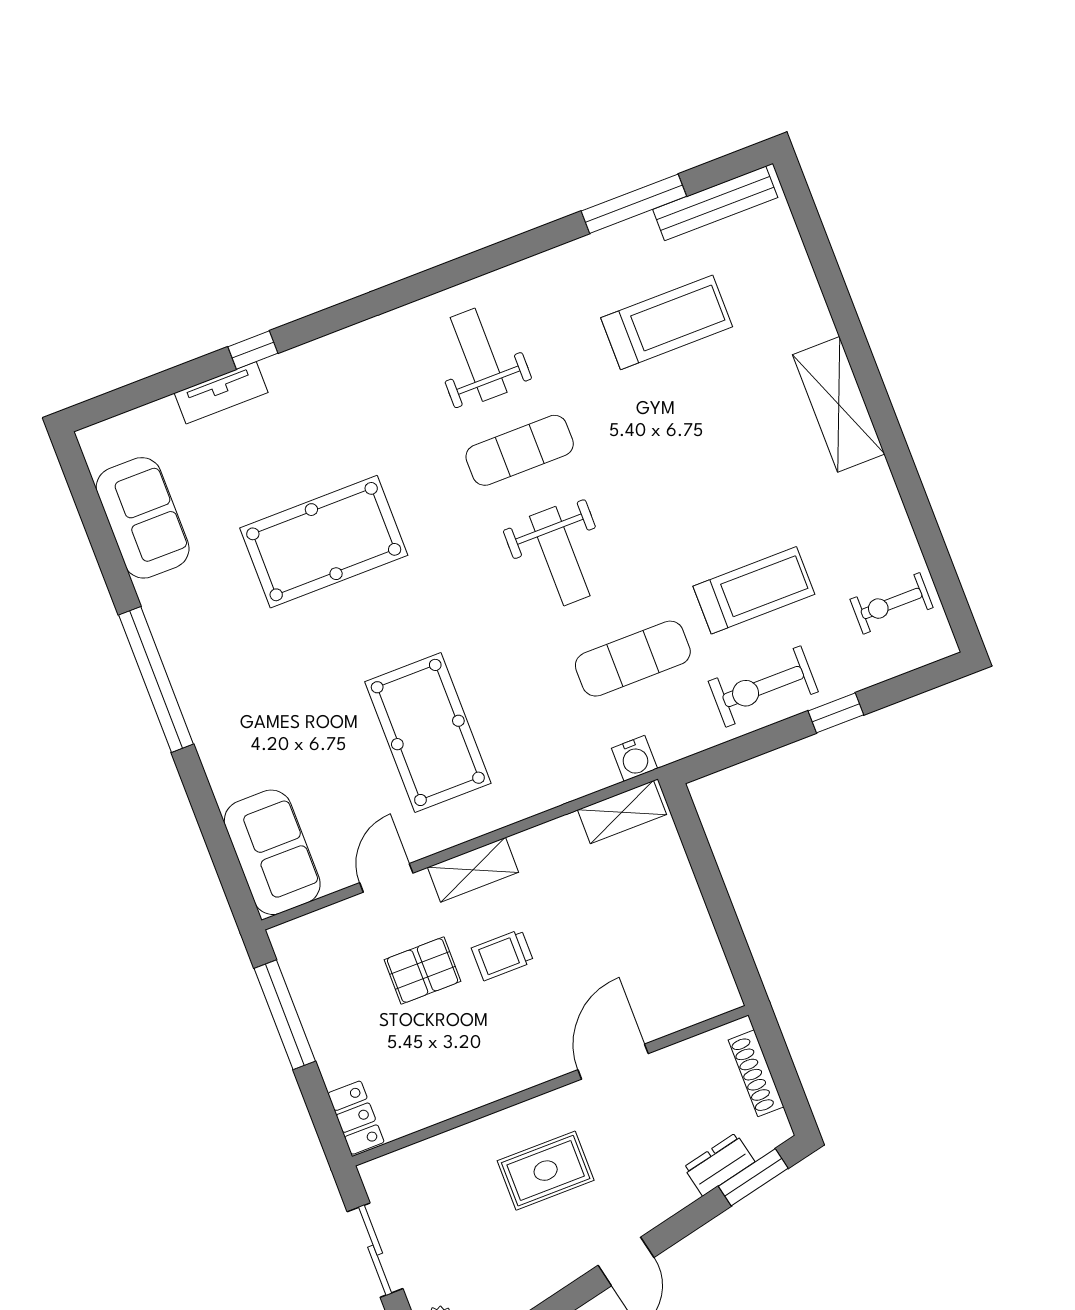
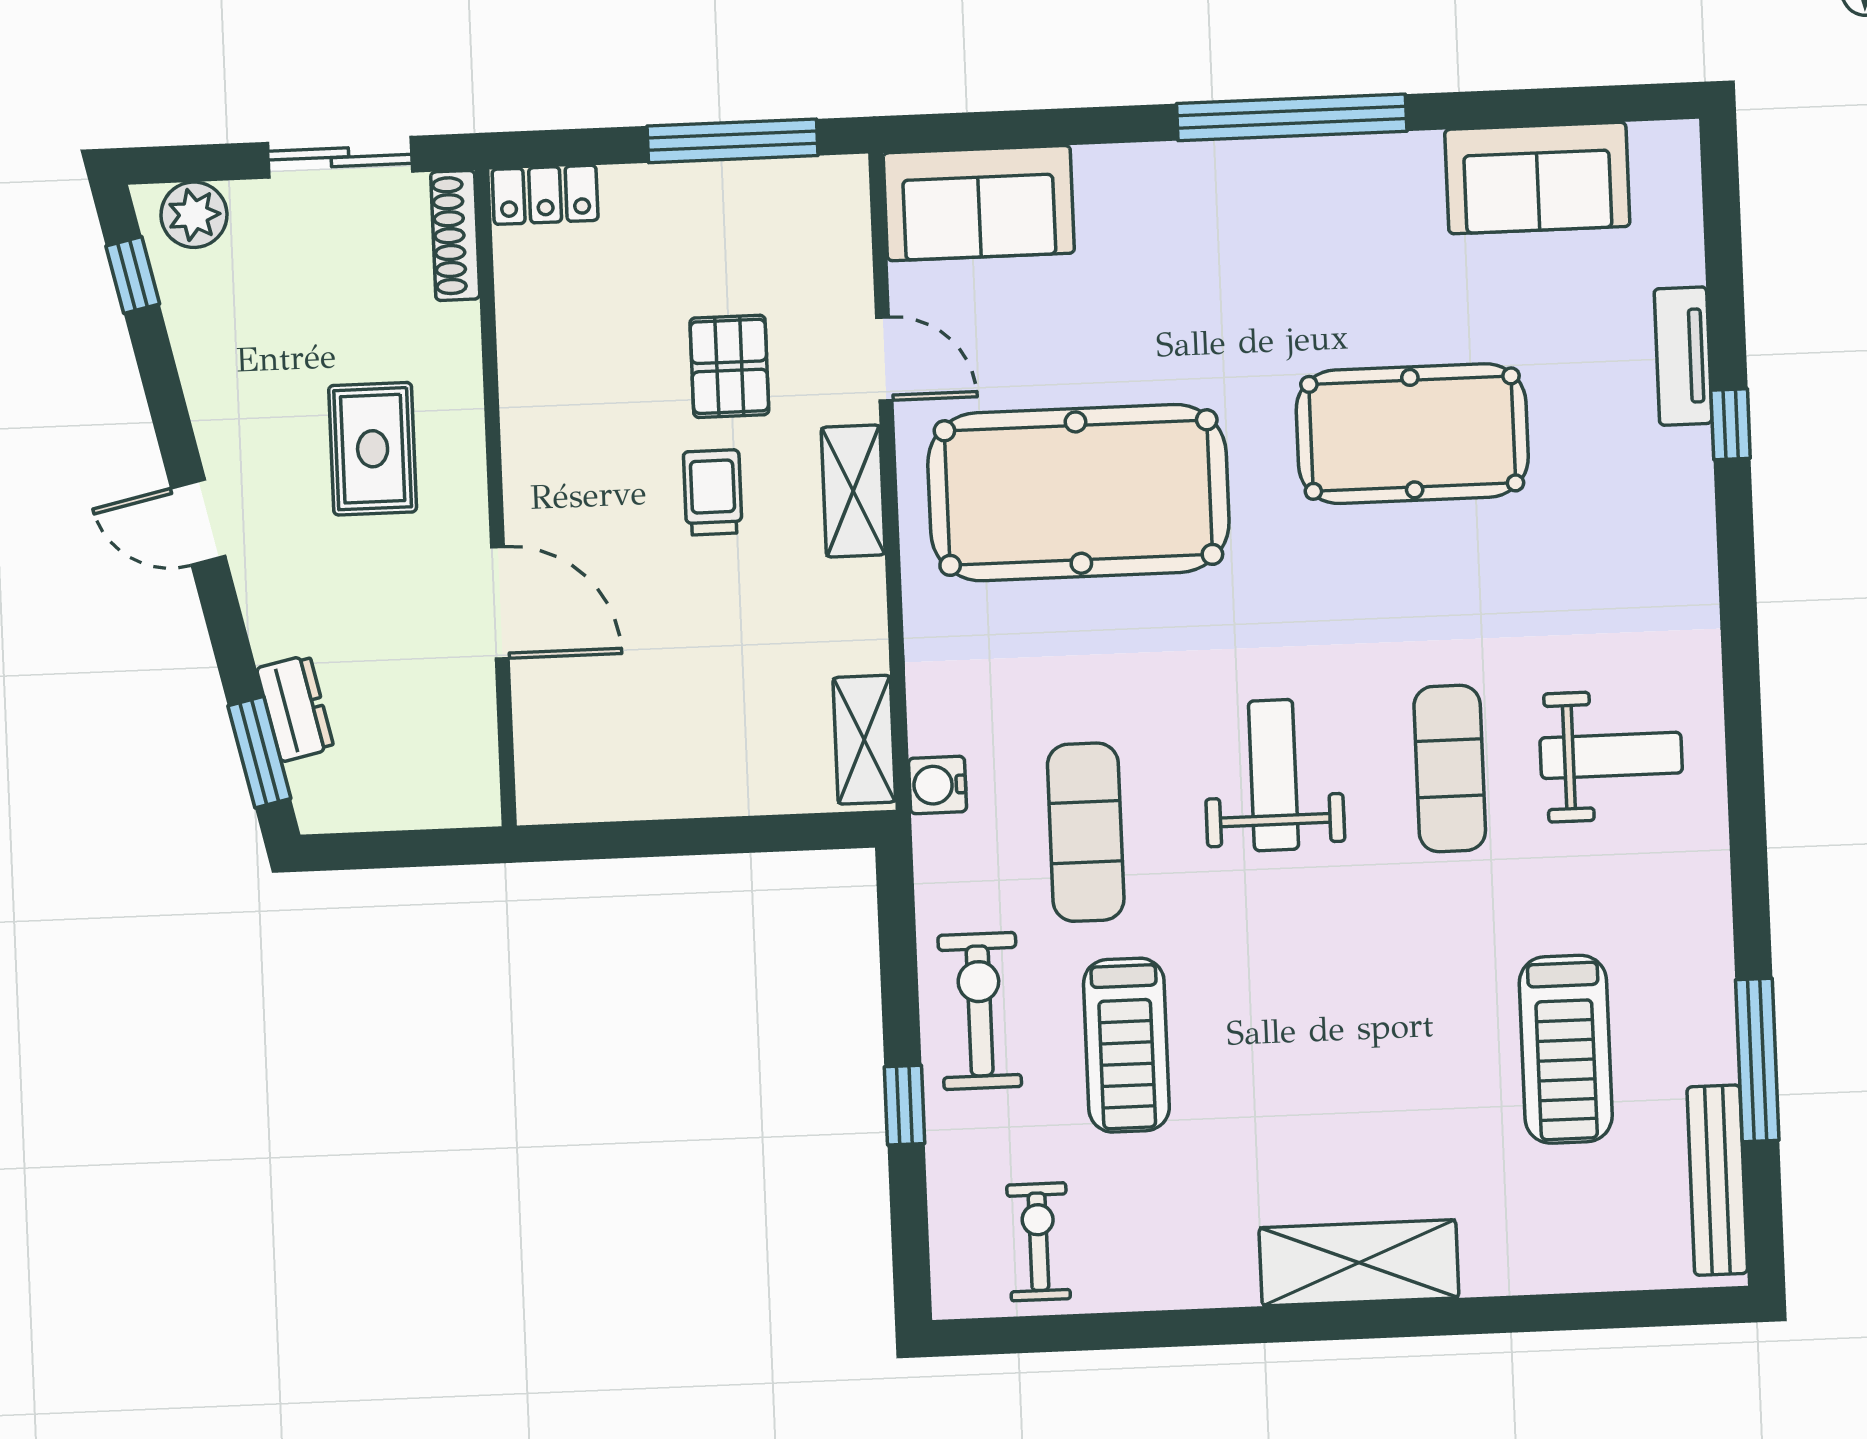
pool table: (324, 542) -> (1412, 434), turned 90
weight bench: (560, 556) -> (1273, 775), turned 90
pool table: (428, 732) -> (1078, 493), width x1.36, depth x1.32
shoe rack: (756, 1073) -> (455, 235), moved, turned -90

